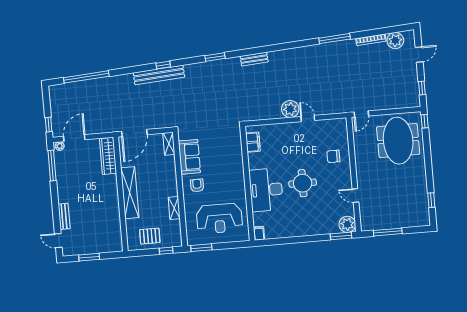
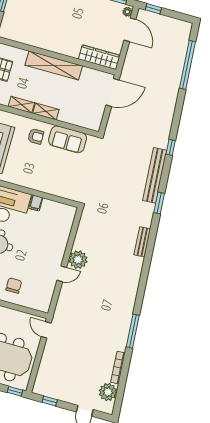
bench: (159, 75) -> (155, 175), moved
door: (134, 133) -> (112, 92), swing flipped
filing cabinet: (253, 142) -> (36, 203), moved, width x0.50
shelving: (169, 144) -> (46, 111), moved

